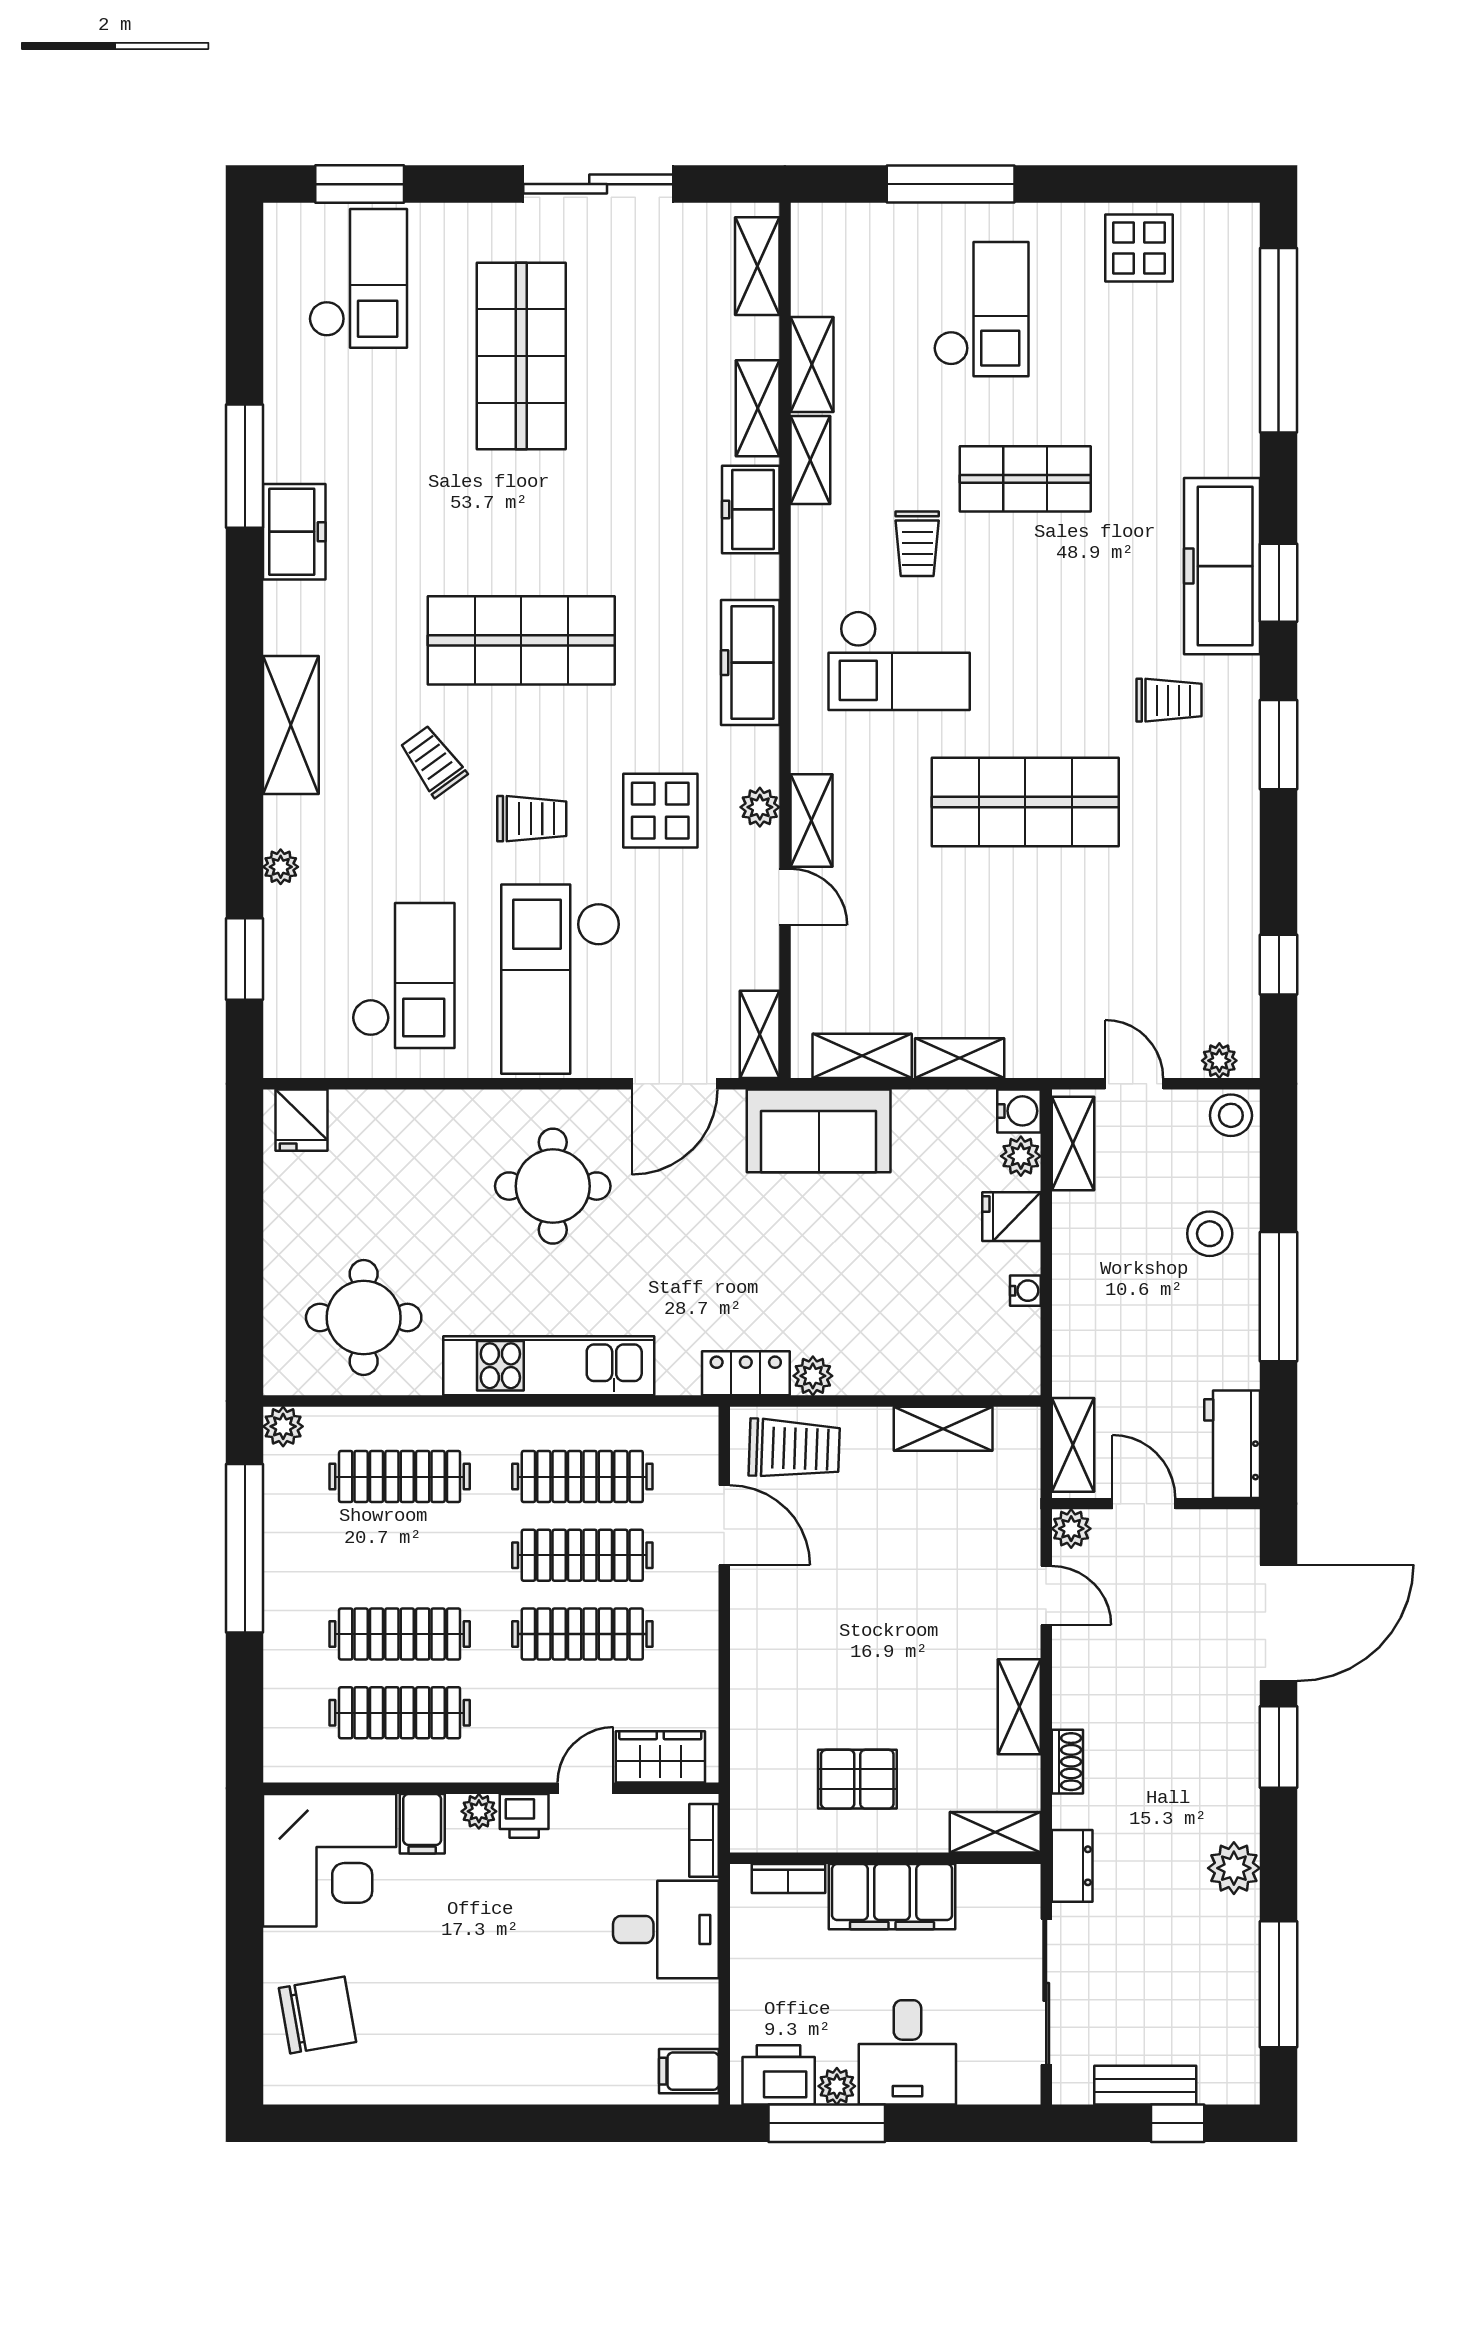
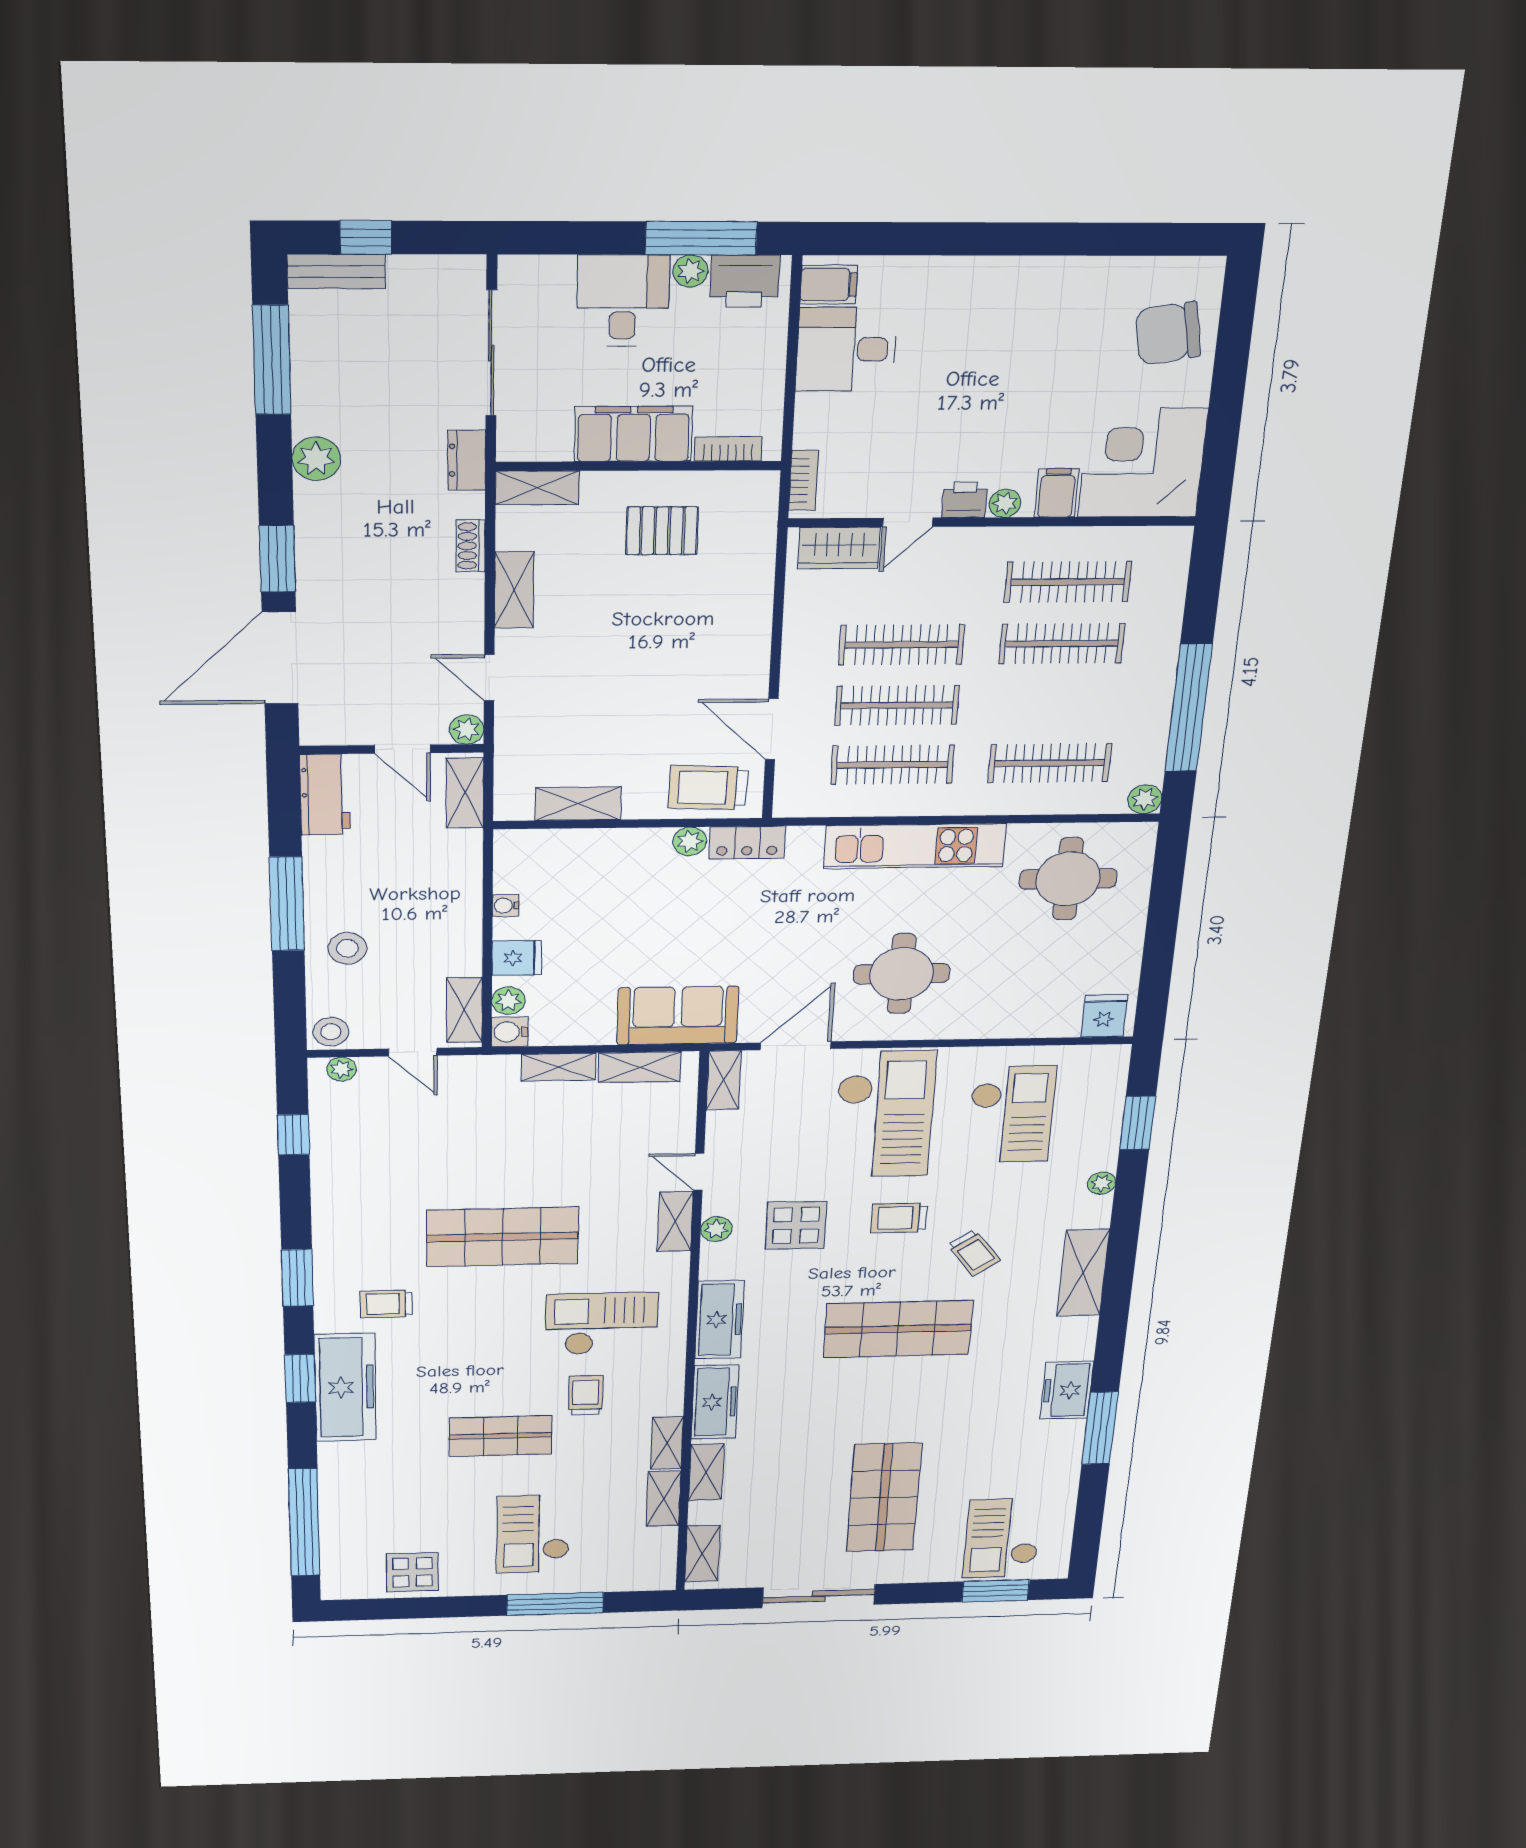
freezer: (751, 509) -> (715, 1402), width x1.40
checkout: (403, 975) -> (1011, 1114), turned 180
desk: (666, 1929) -> (846, 349), moved
bench: (1145, 2085) -> (336, 271), moved

